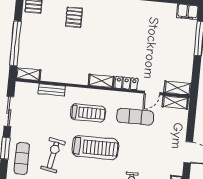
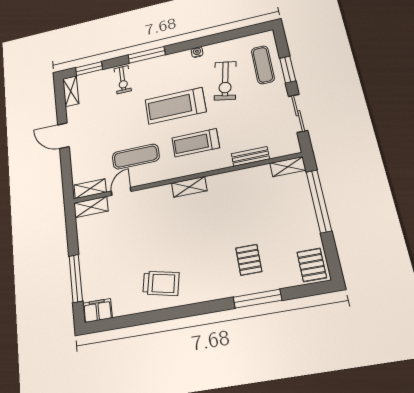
trolley: (138, 18) -> (161, 283), added
locker: (126, 83) -> (156, 194), removed

